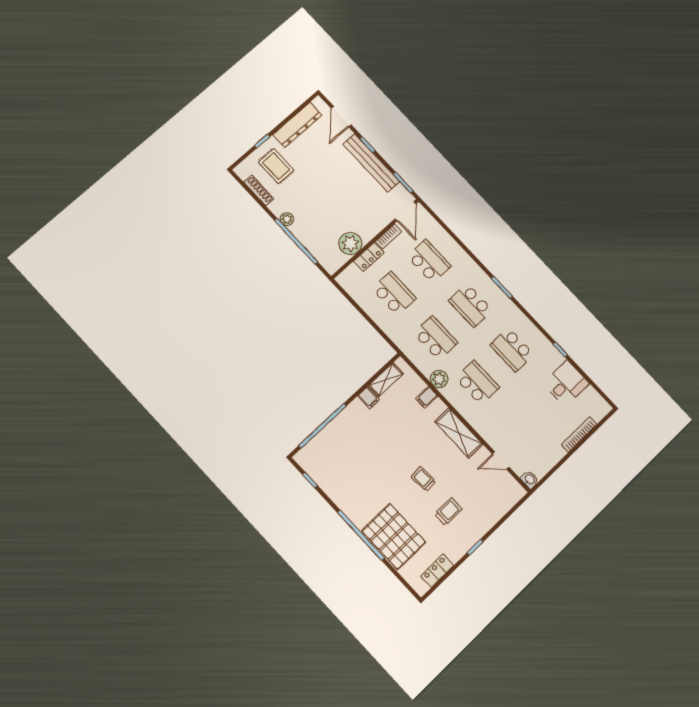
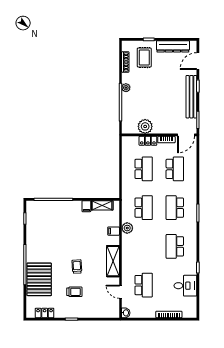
school desk: (477, 383) -> (144, 285), moved

